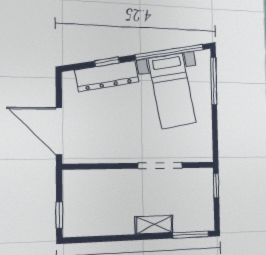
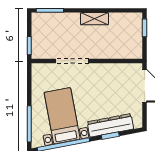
shelving: (154, 225) -> (94, 19), moved

